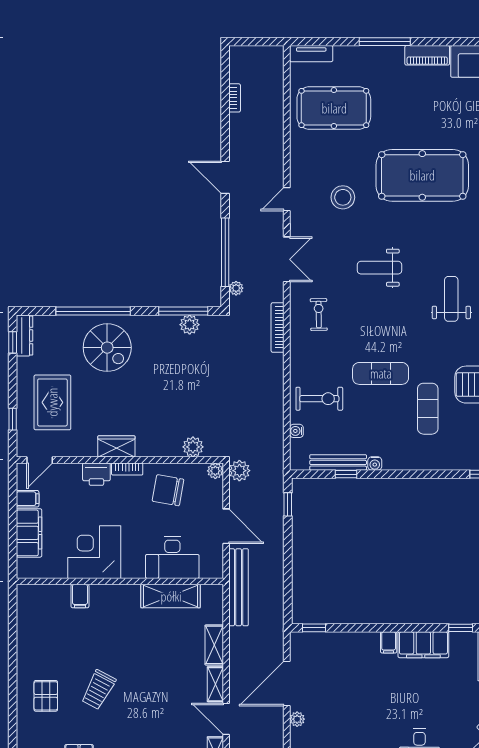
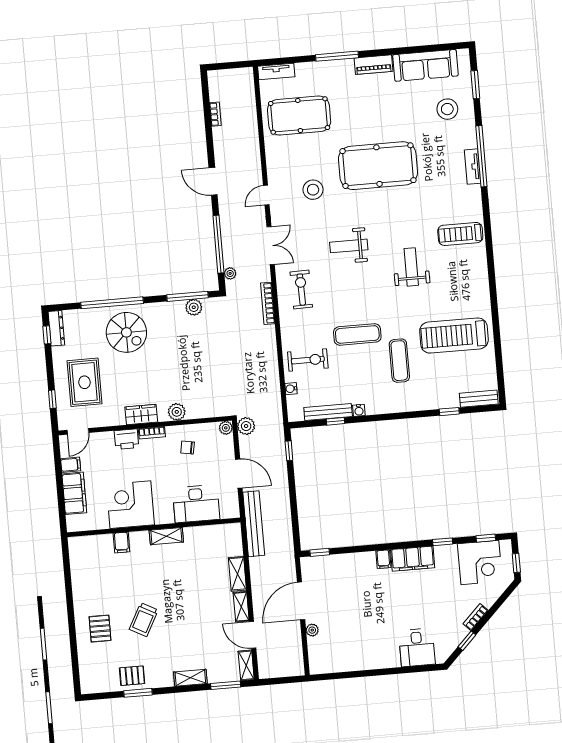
exercise bike: (319, 314) -> (301, 290), width x1.38, depth x1.39
plant: (193, 447) -> (177, 412), moved
chair: (168, 490) -> (188, 448), width x0.54, depth x0.54
shelving: (171, 596) -> (166, 536), moved, width x0.67, depth x0.75

